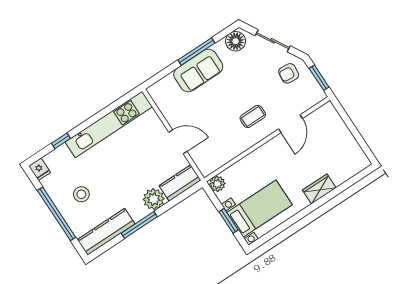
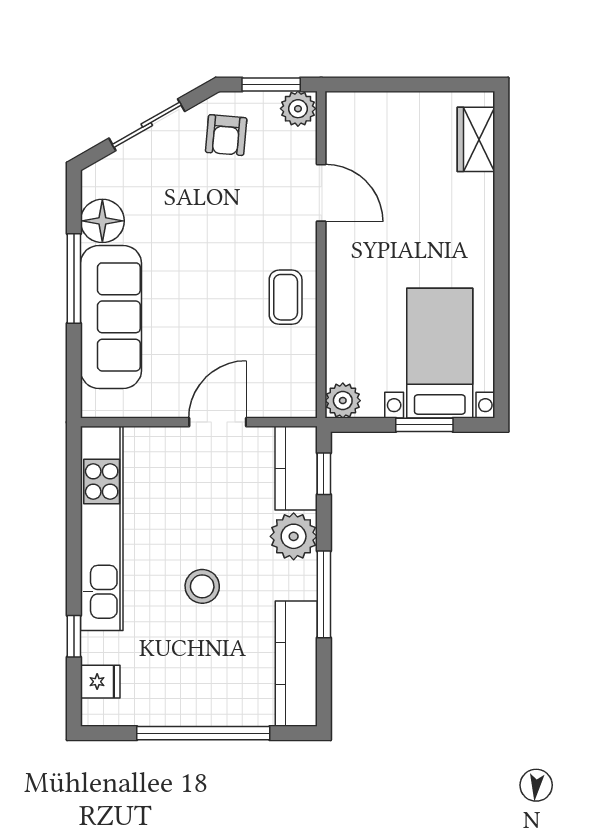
floor lamp: (236, 41) -> (102, 221), moved
sofa: (198, 70) -> (111, 317), width x1.36
plant: (317, 94) -> (298, 109), added
coffee table: (253, 116) -> (286, 297), moved
fridge: (40, 169) -> (100, 682), moved
wardrobe: (319, 189) -> (476, 139), moved
stool: (81, 194) -> (202, 586), moved
window: (185, 195) -> (324, 474), added

